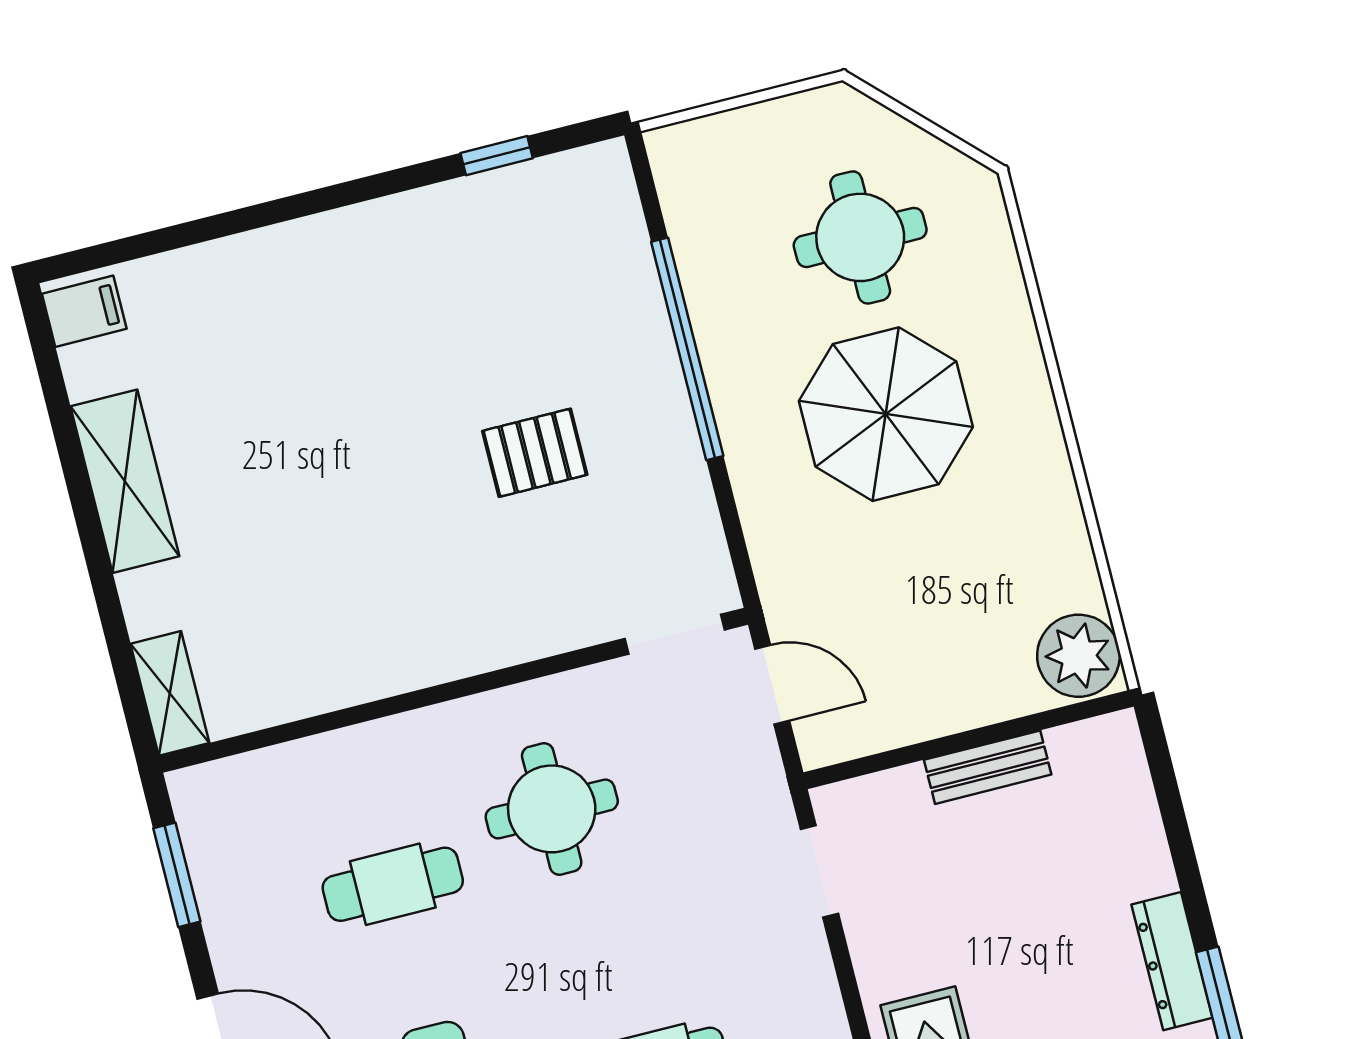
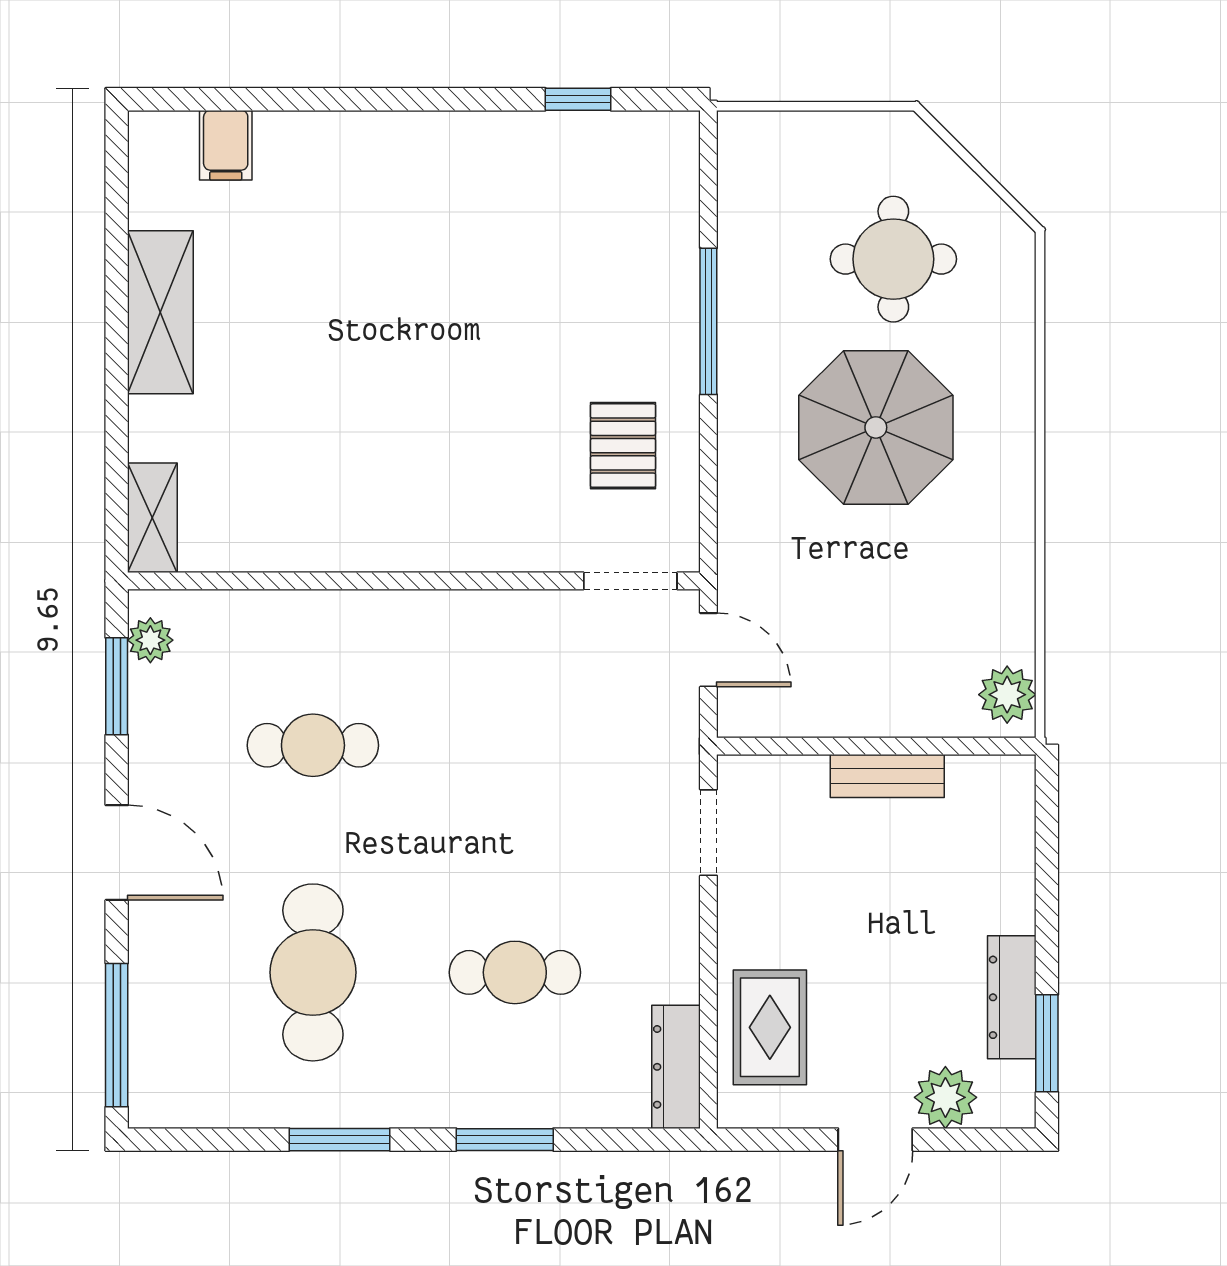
filing cabinet: (84, 311) -> (226, 145), moved, turned 90
window: (687, 349) -> (708, 321), width x0.68
pallet: (535, 453) -> (623, 446), moved, turned 90
plant: (1078, 656) -> (1007, 695), width x0.73, depth x0.73
round table: (552, 809) -> (477, 713), removed
plant: (199, 819) -> (150, 640), added

